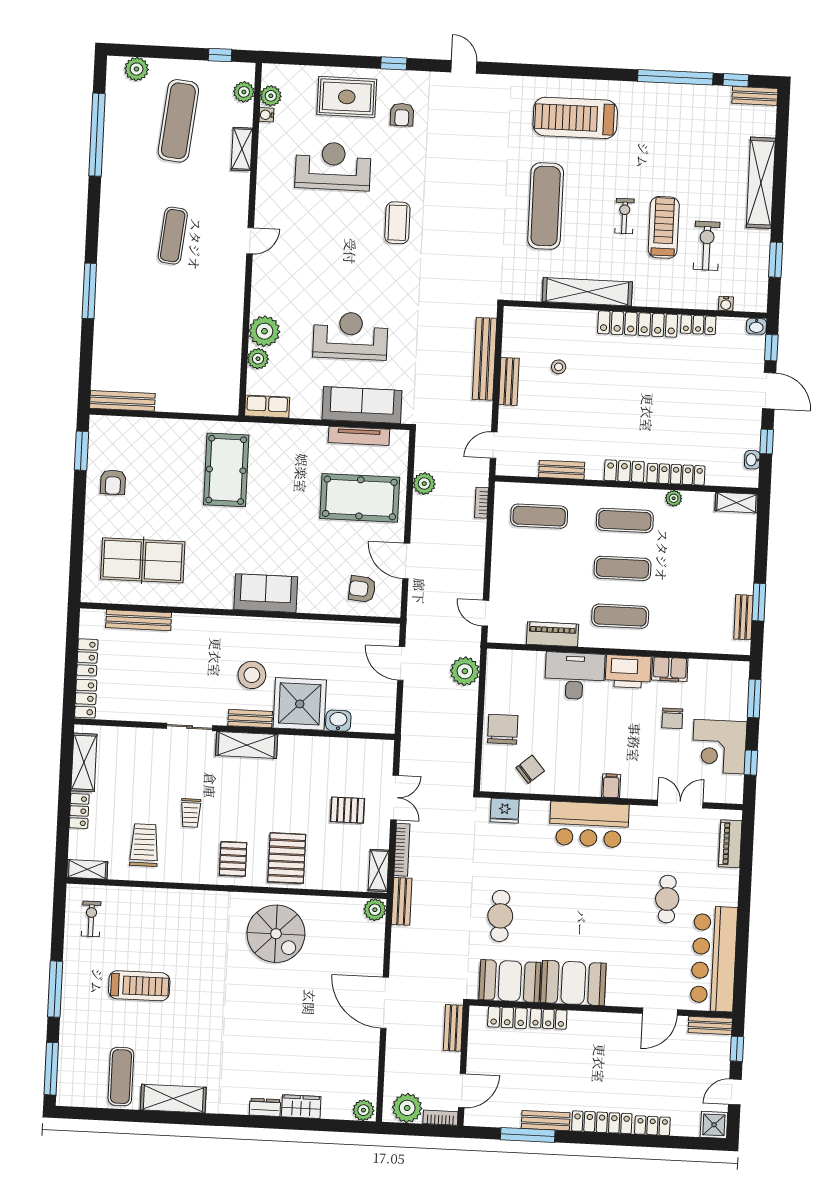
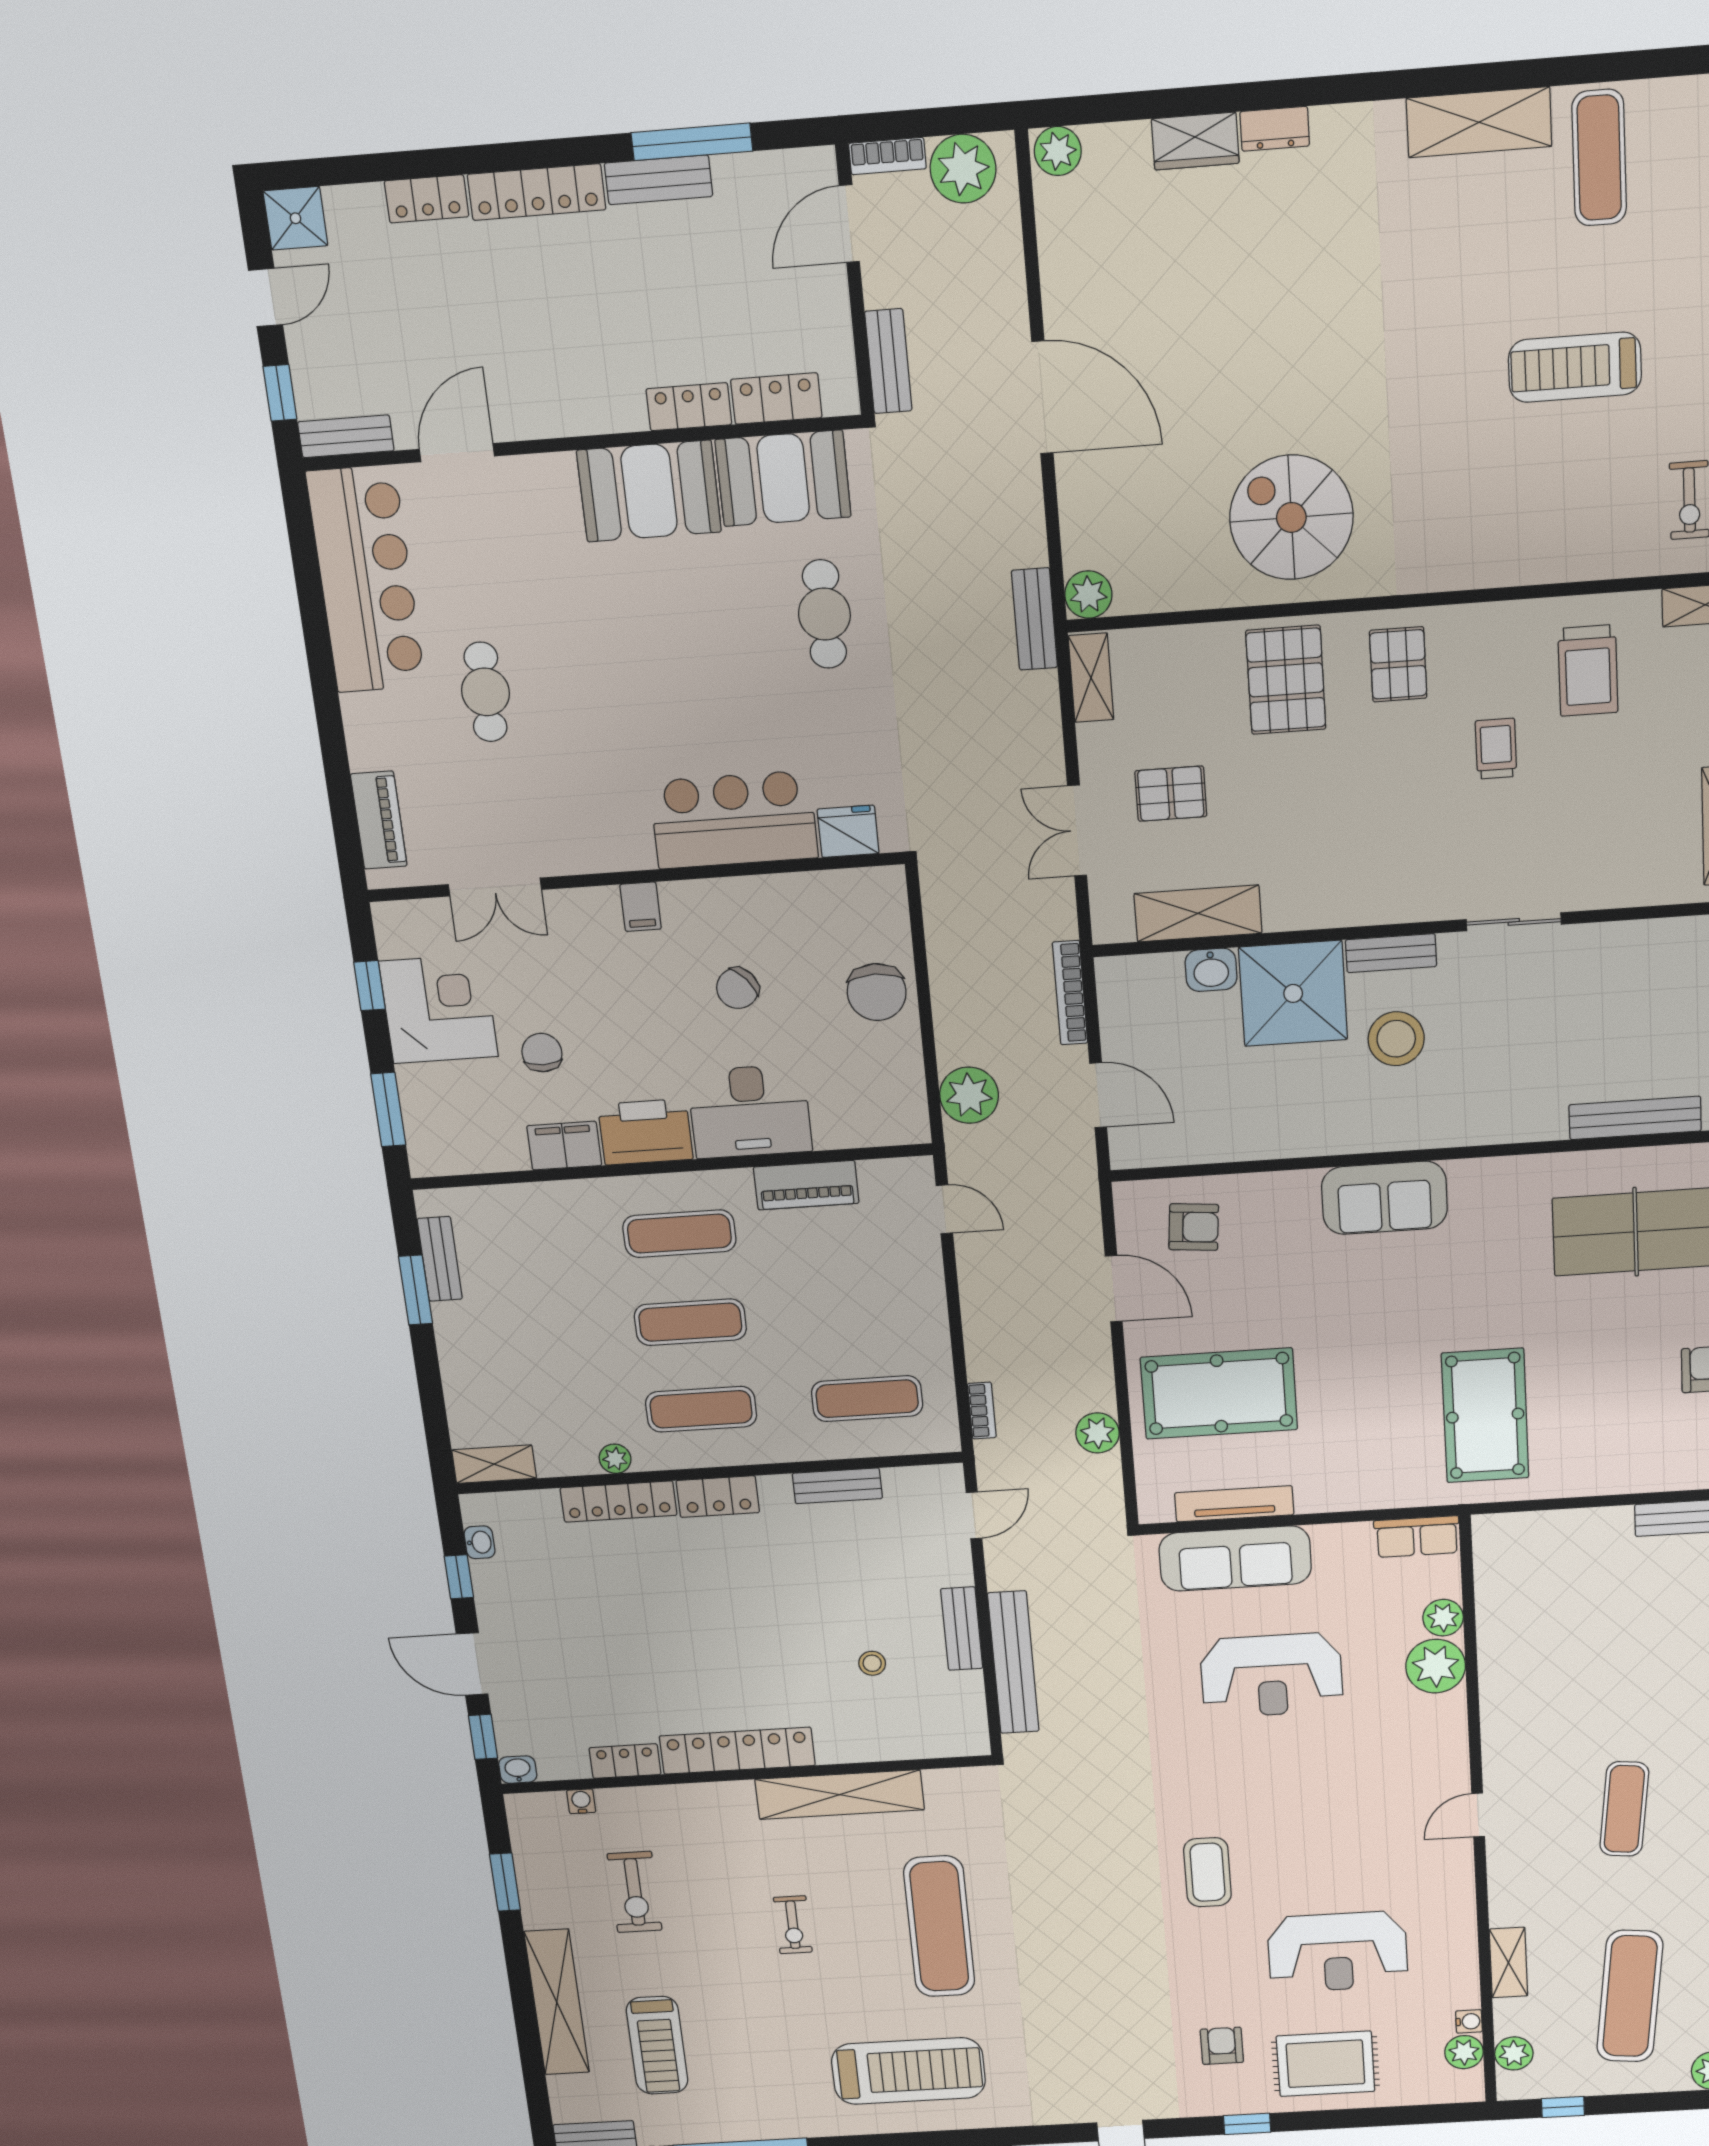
treadmill: (664, 227) -> (657, 2045), moved
shelving: (247, 745) -> (1198, 913), moved
chair: (530, 769) -> (738, 988), moved
bar counter: (589, 824) -> (734, 820), moved
bookcase: (402, 850) -> (1070, 993), moved

